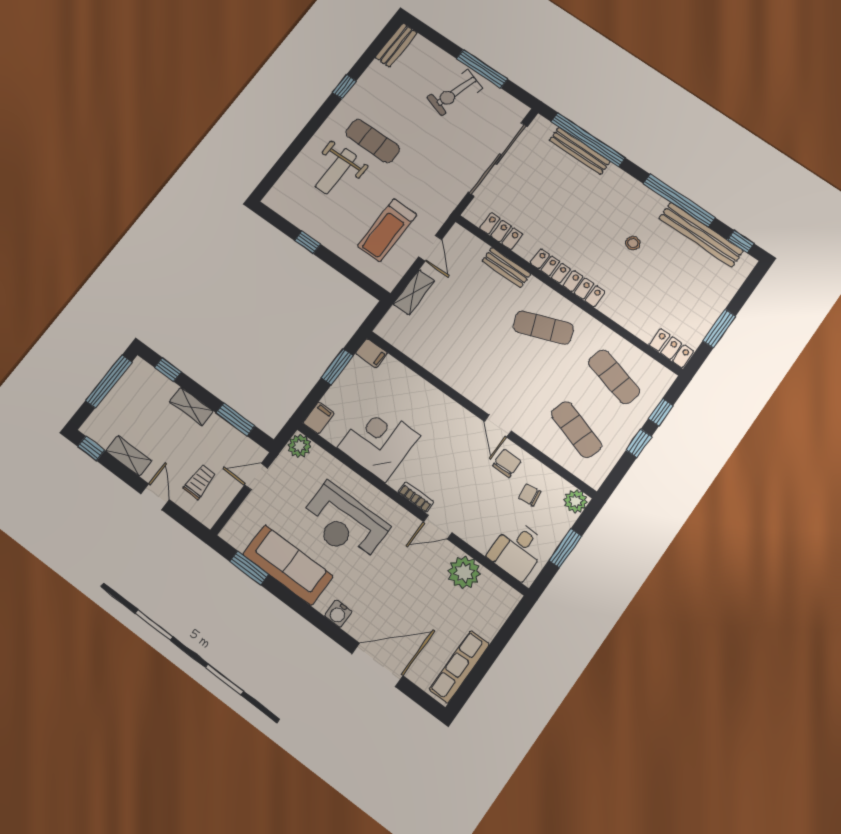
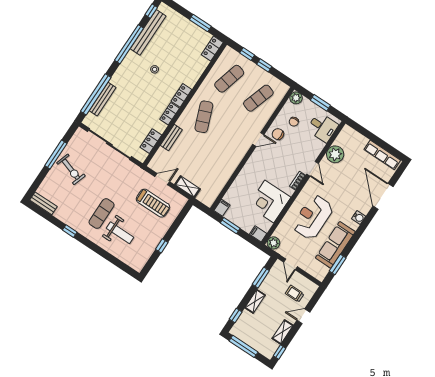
reception desk: (344, 523) -> (313, 217), turned 180

